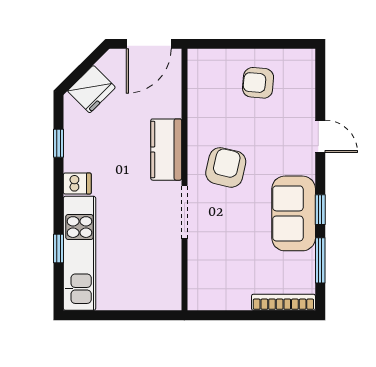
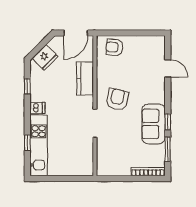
armchair: (258, 83) -> (114, 47), moved
door: (320, 136) -> (168, 68), moved
kitchen counter: (166, 150) -> (85, 79), moved

